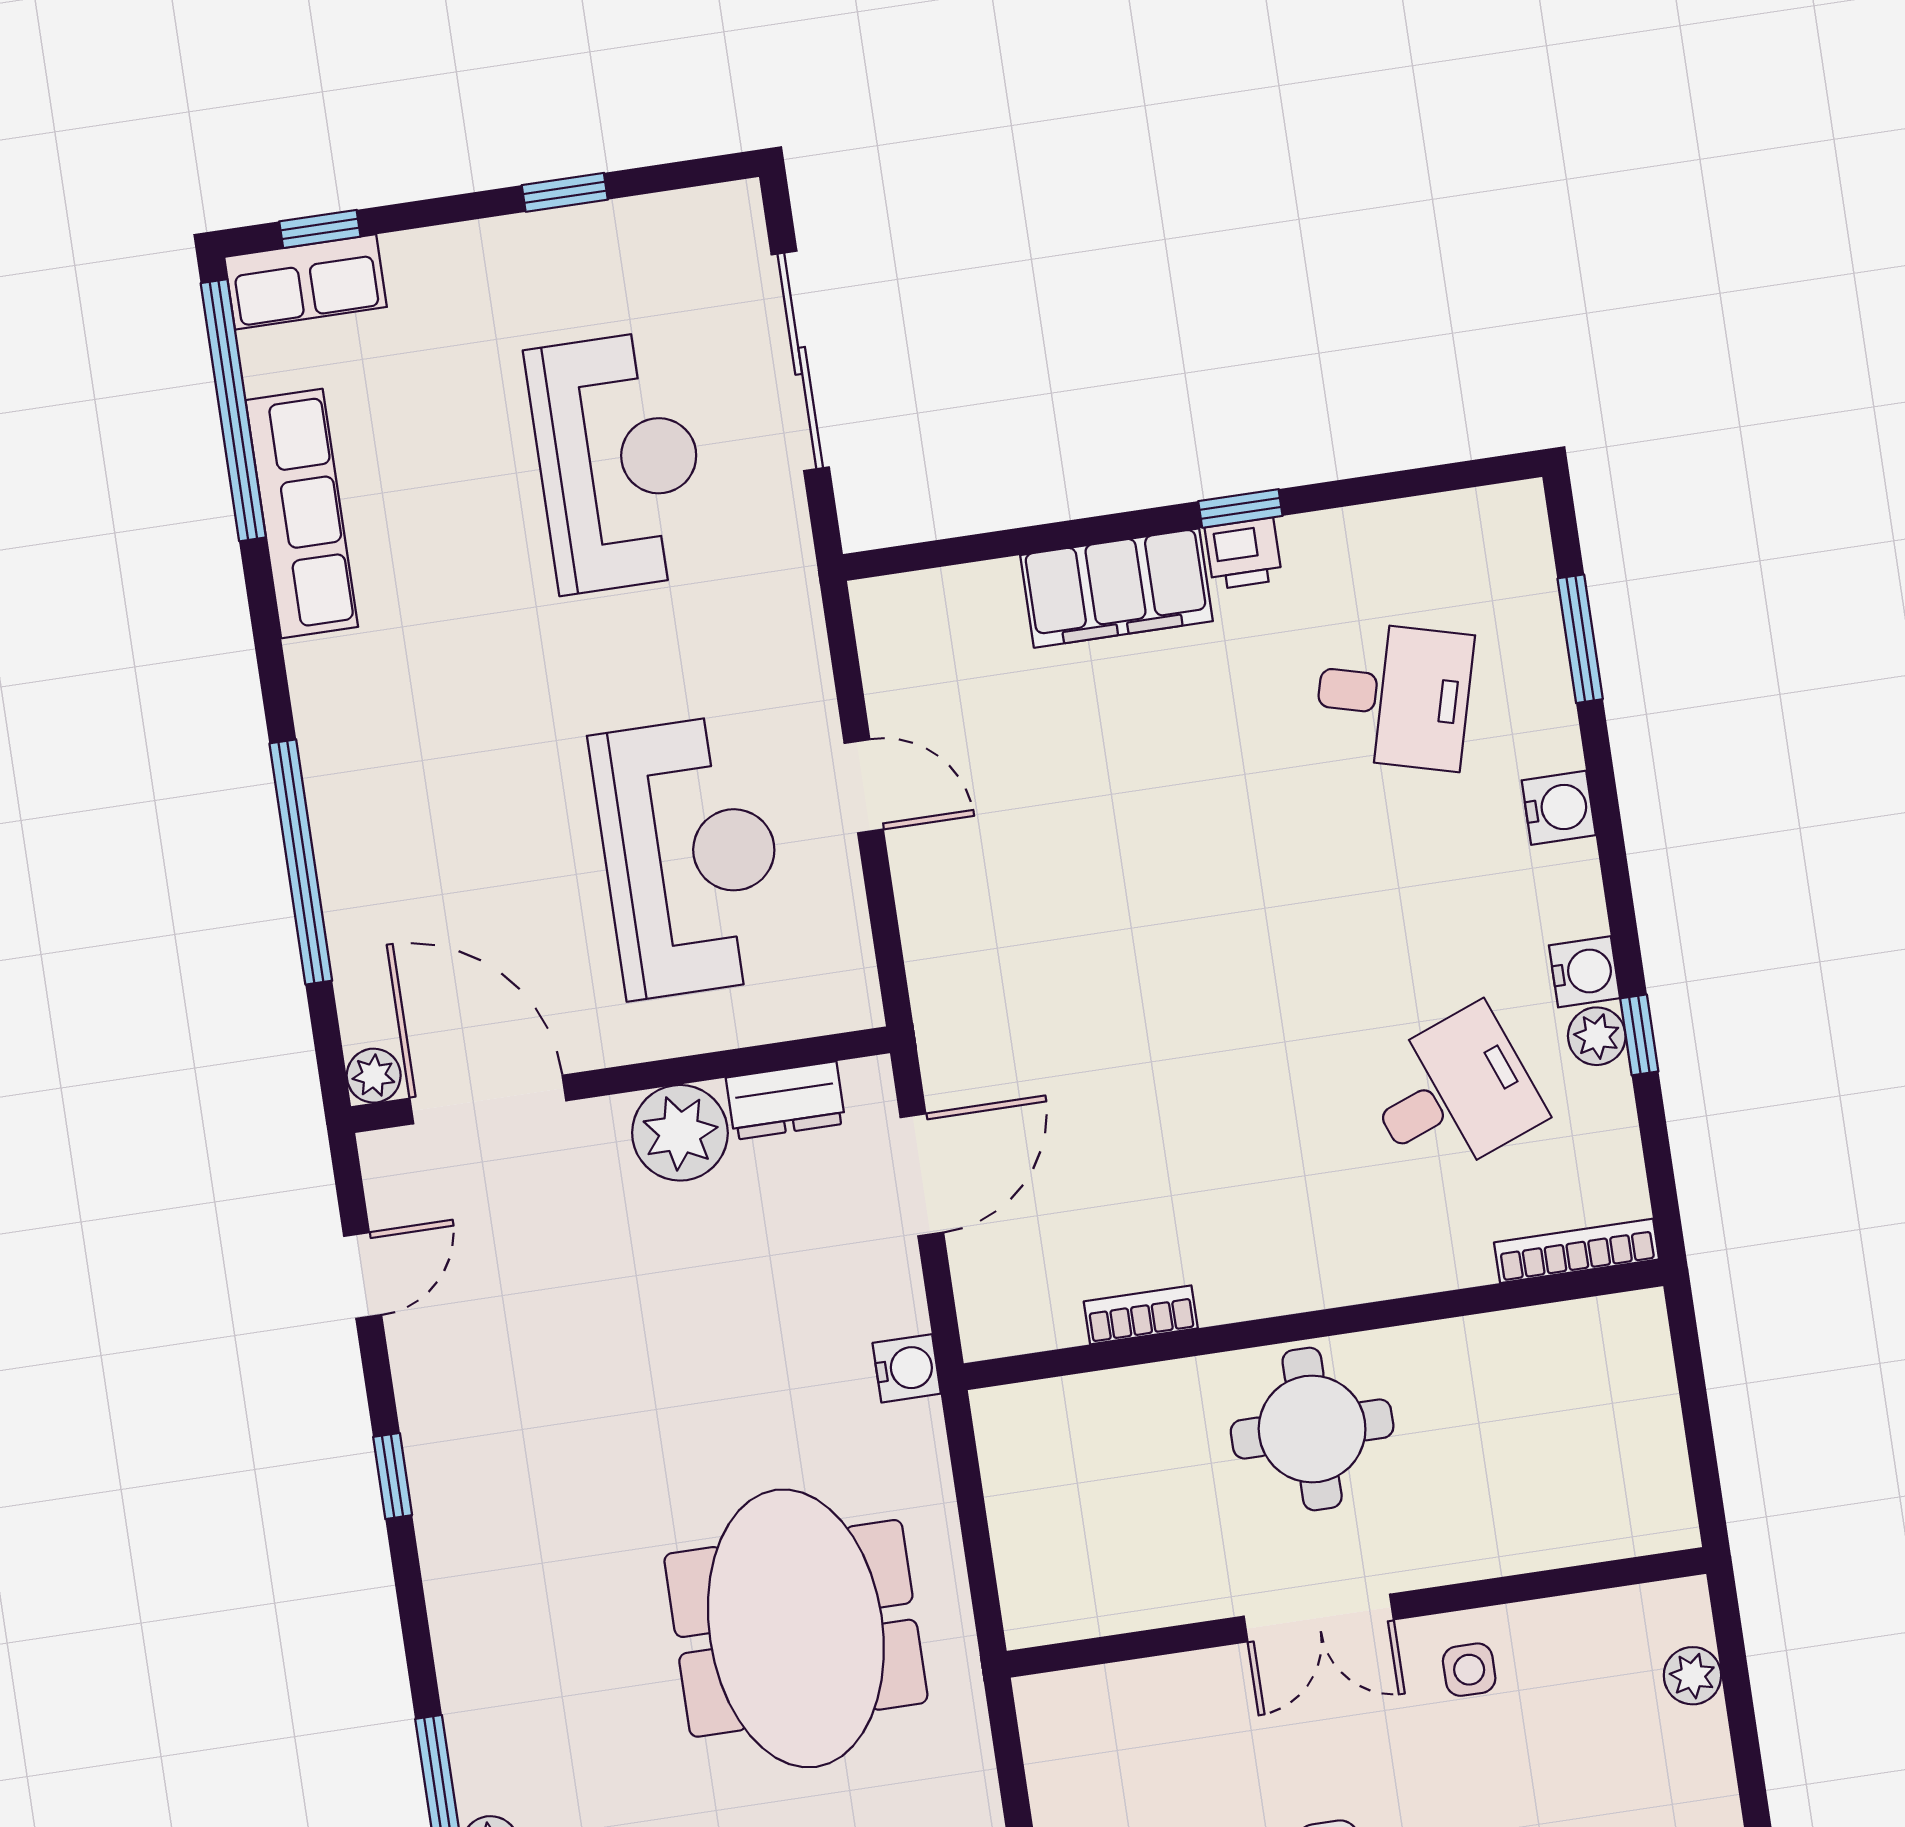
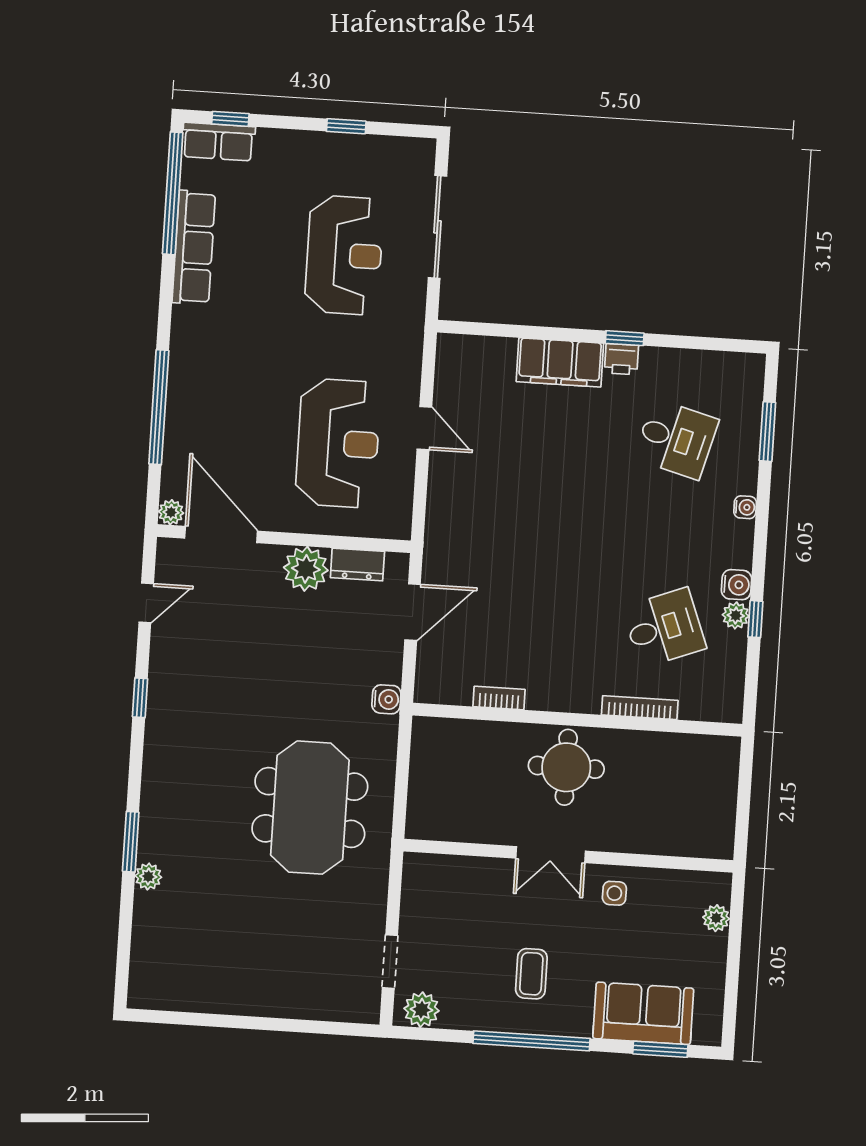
water cooler: (1559, 808) -> (745, 507), width x0.72, depth x0.72
bookcase: (1577, 1251) -> (640, 708), moved

